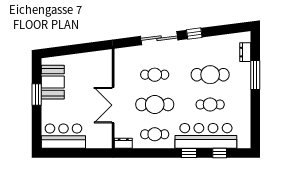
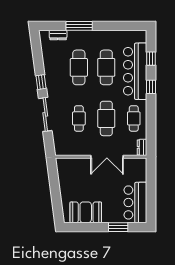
window: (37, 94) -> (118, 227), moved
cafe table: (210, 104) -> (106, 67), width x1.37, depth x1.35

